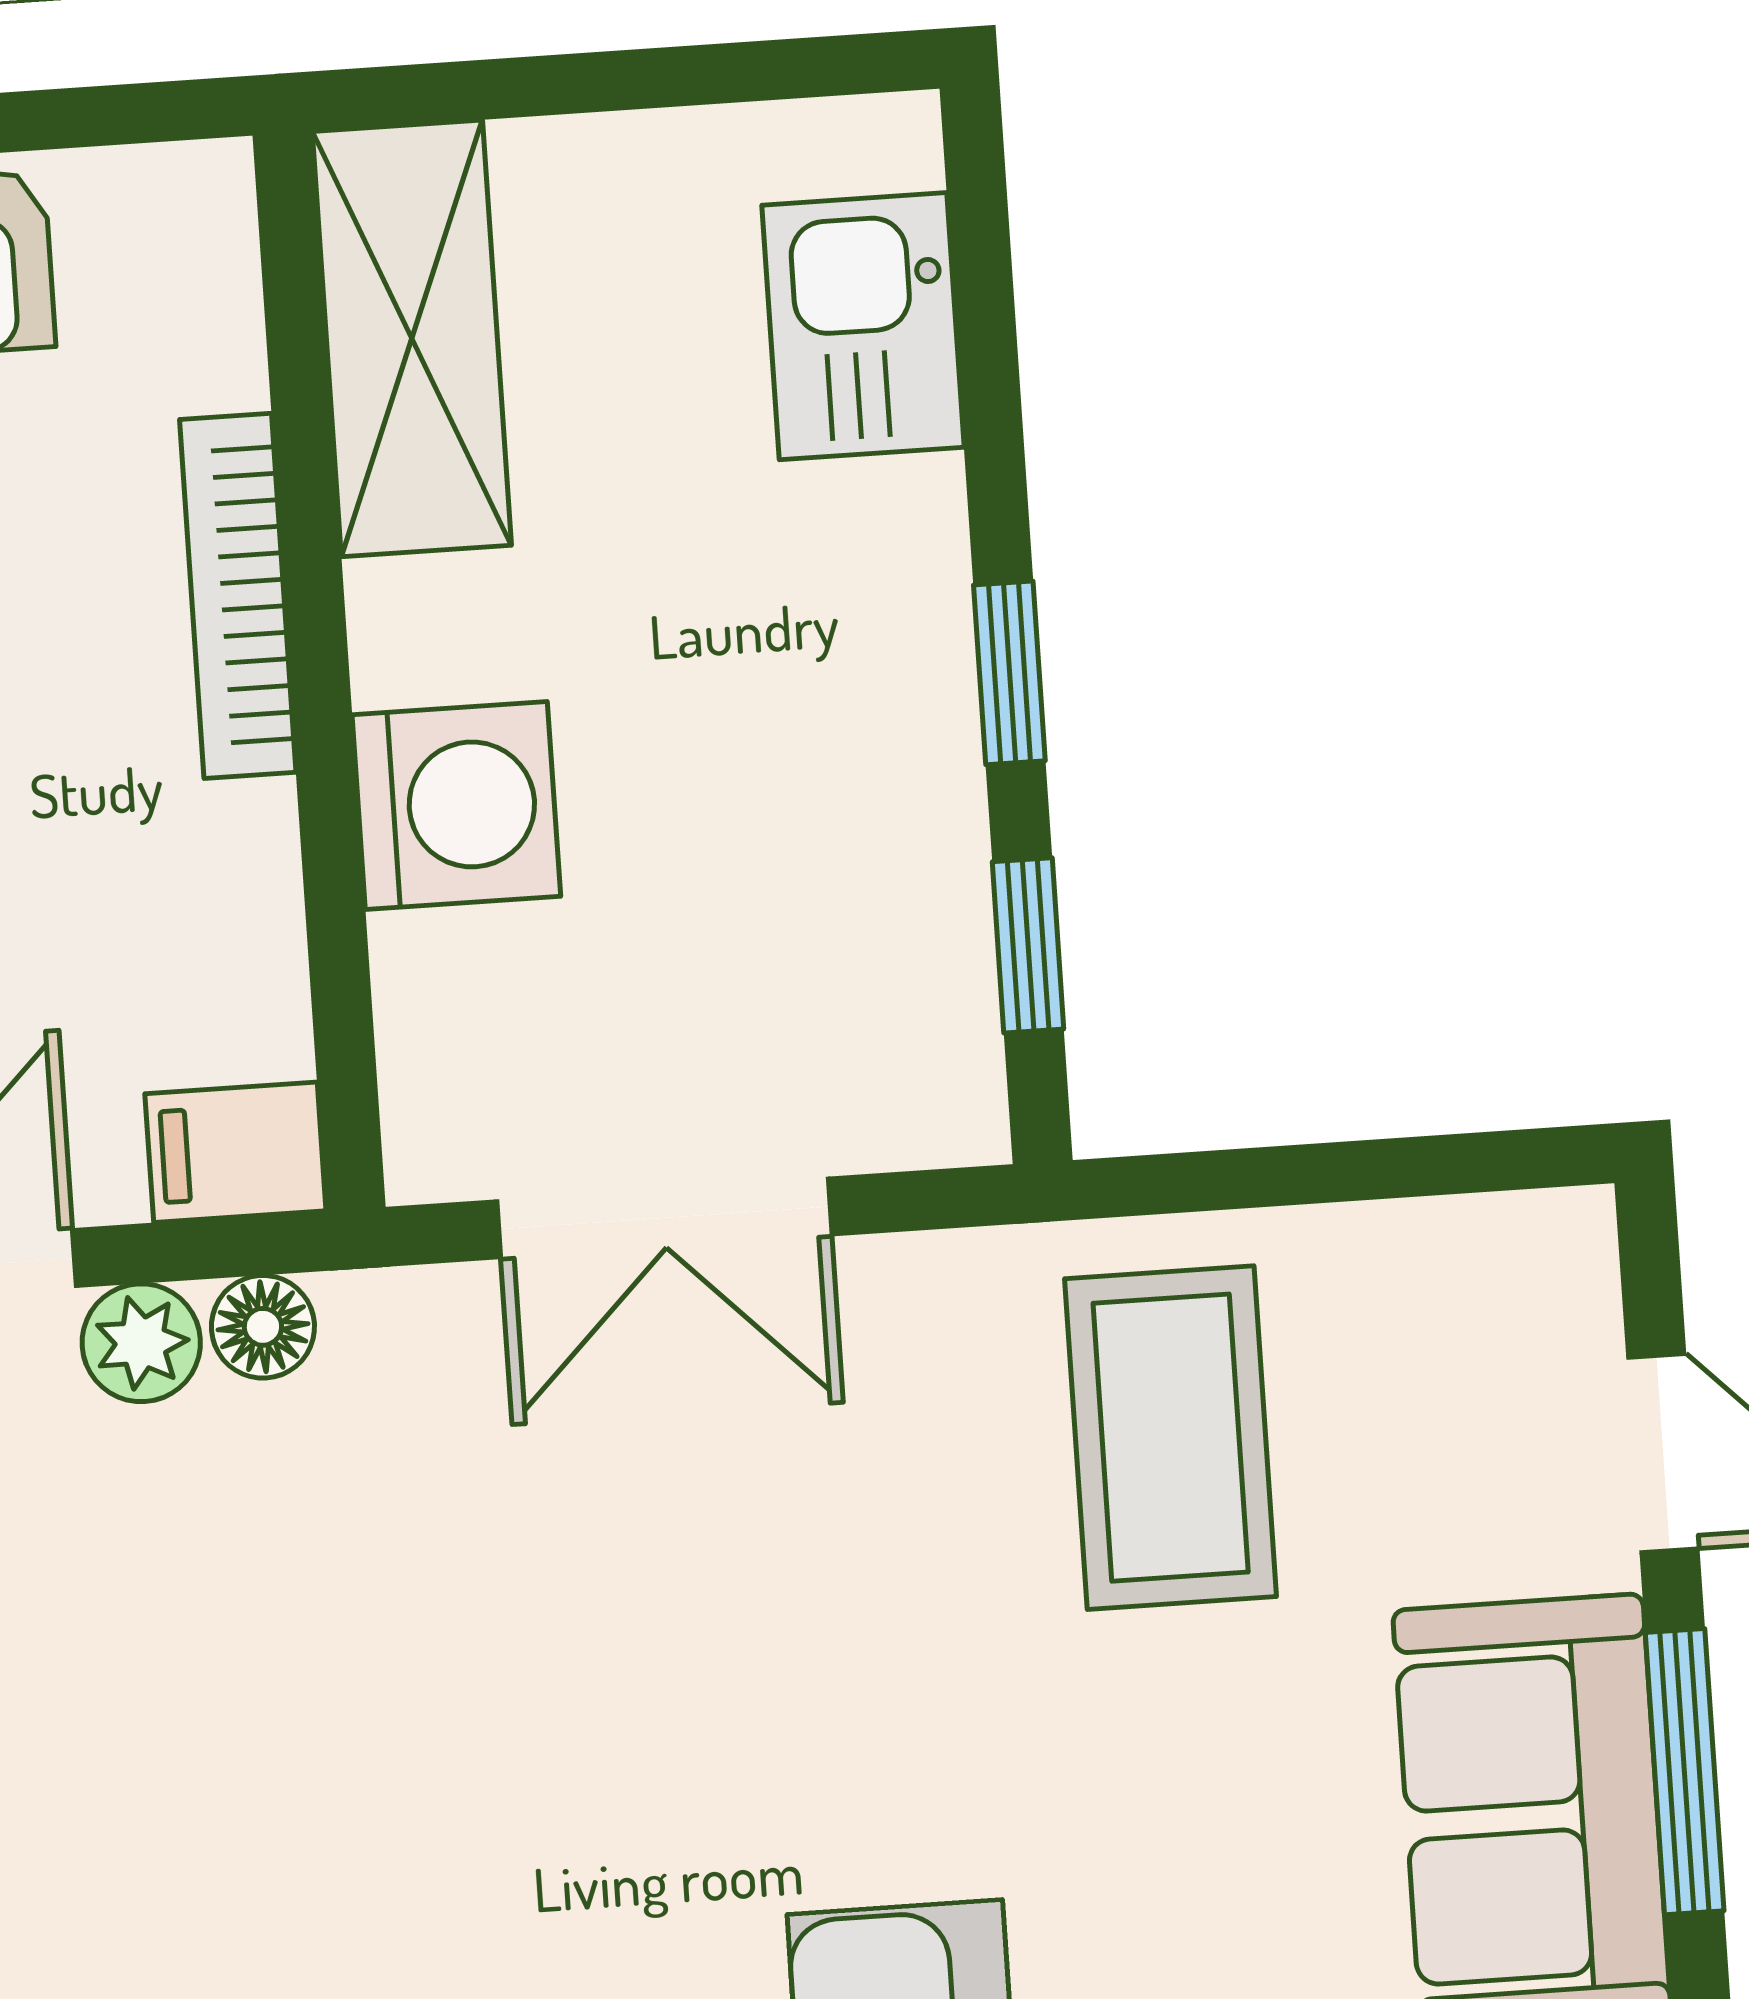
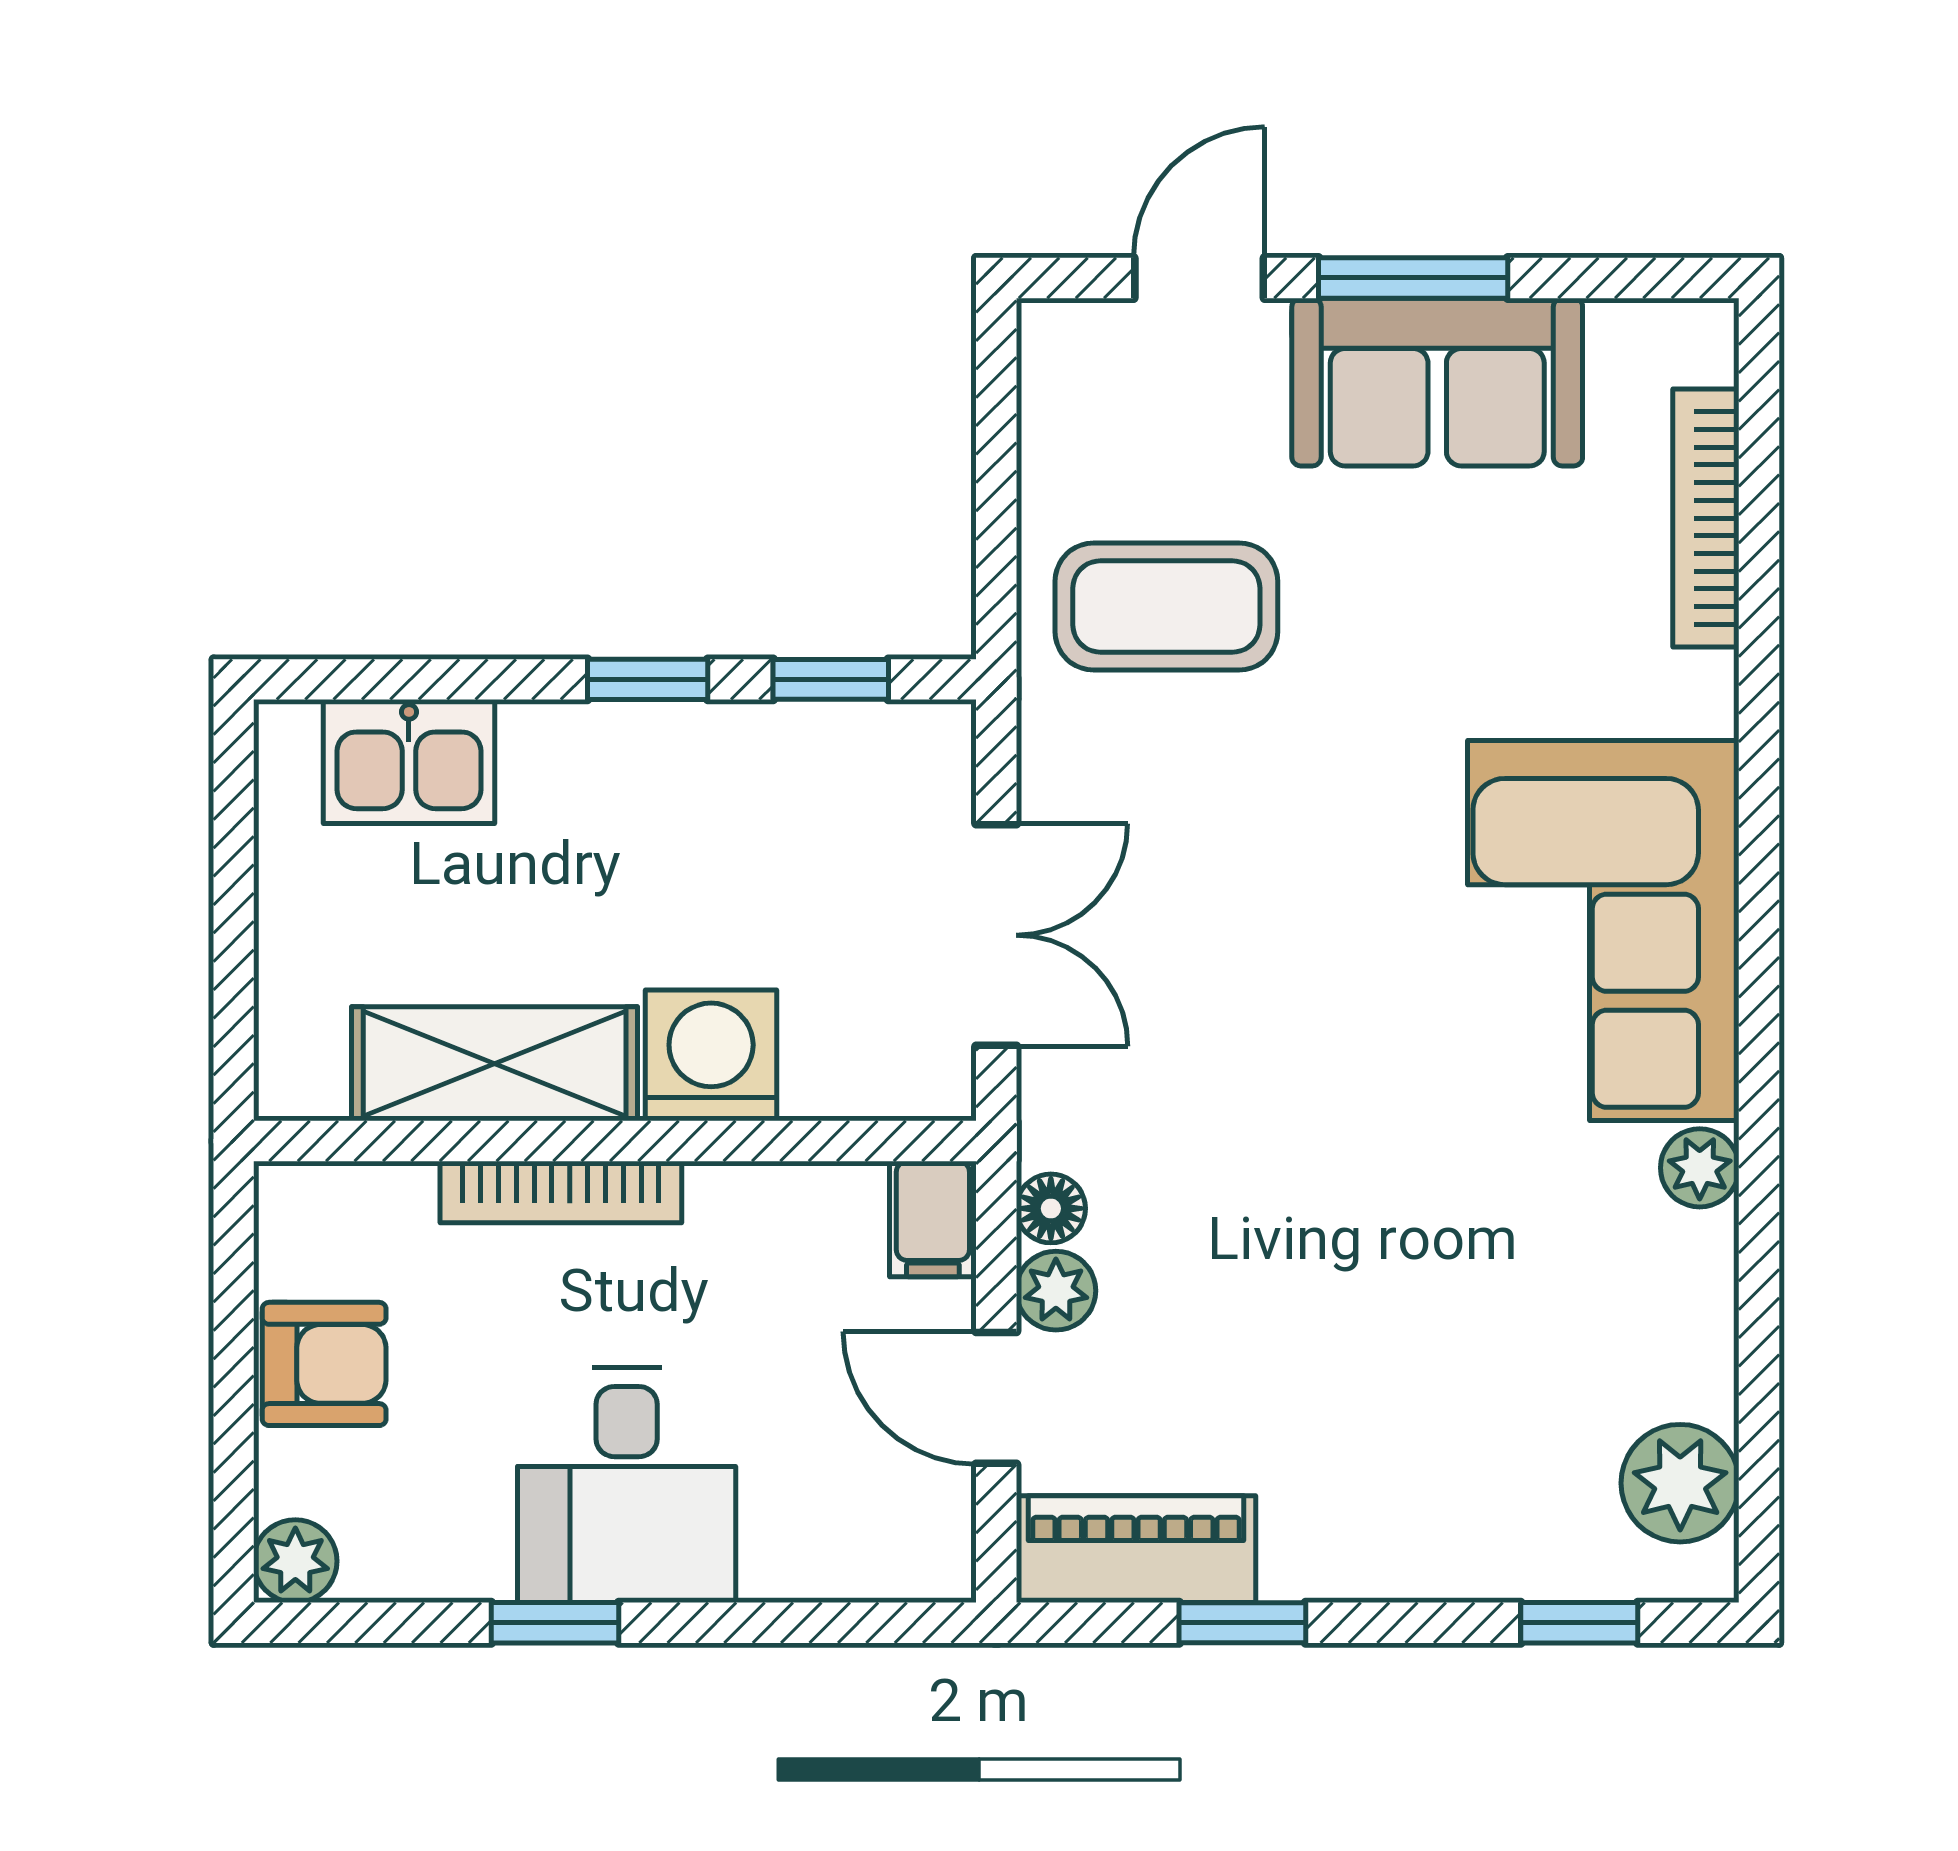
shelving: (412, 338) -> (495, 1064), moved

